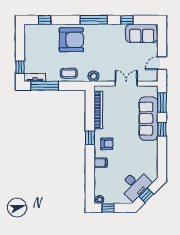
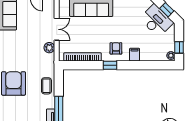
plant: (93, 76) -> (49, 48), moved
double door: (126, 84) -> (57, 29), swing flipped

